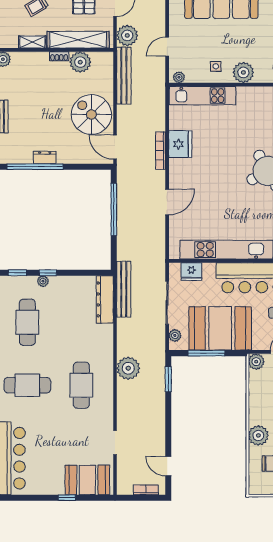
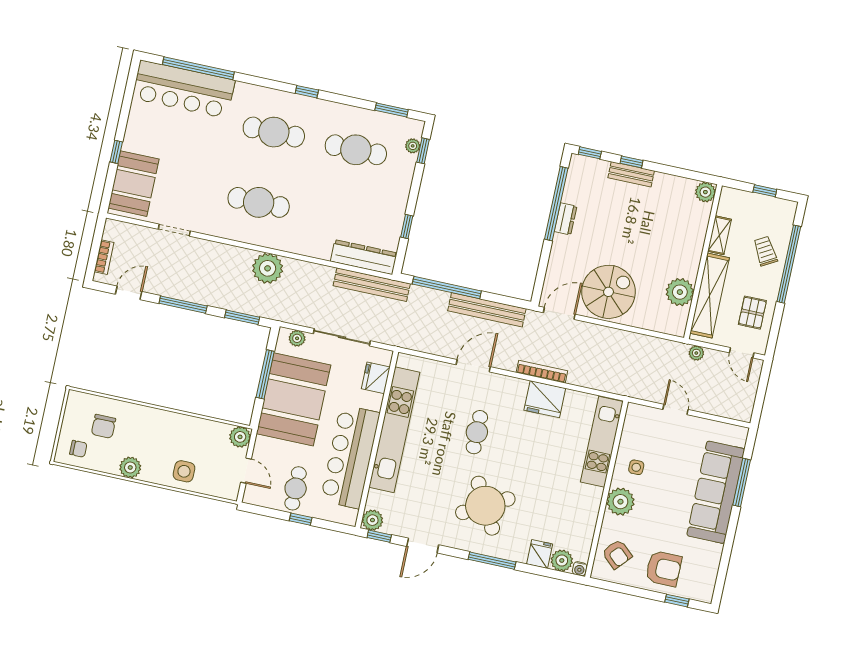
plant: (127, 35) -> (696, 353), width x0.53, depth x0.53
shoe rack: (59, 56) -> (693, 266), removed
bench: (124, 76) -> (487, 310), moved
plant: (179, 77) -> (632, 416), removed
cafe table: (215, 189) -> (477, 432), added
door: (167, 202) -> (473, 366), swing flipped
window: (114, 209) -> (447, 287), moved
window: (48, 273) -> (407, 227), moved
plant: (43, 281) -> (413, 146), moved
cafe table: (27, 385) -> (274, 132), turned 90
window: (168, 424) -> (183, 305), added
plant: (258, 435) -> (143, 419), removed

